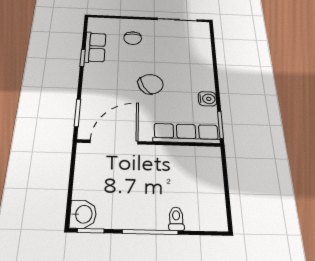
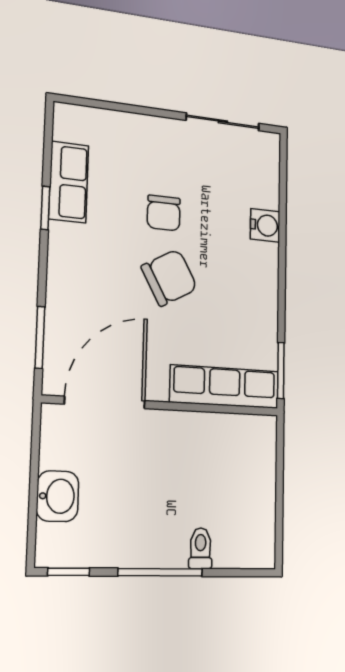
chair: (133, 38) -> (164, 213), moved
water cooler: (207, 99) -> (265, 225), moved
washbasin: (83, 214) -> (58, 496), moved

